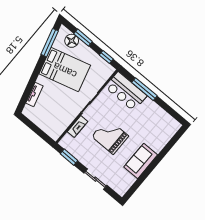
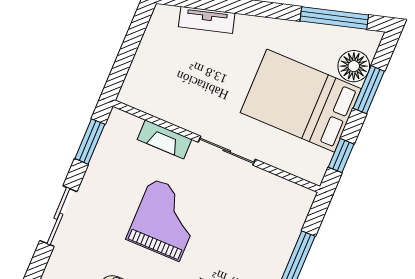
bed: (65, 70) -> (301, 101), moved, turned 106
bar counter: (126, 91) -> (278, 224), removed

